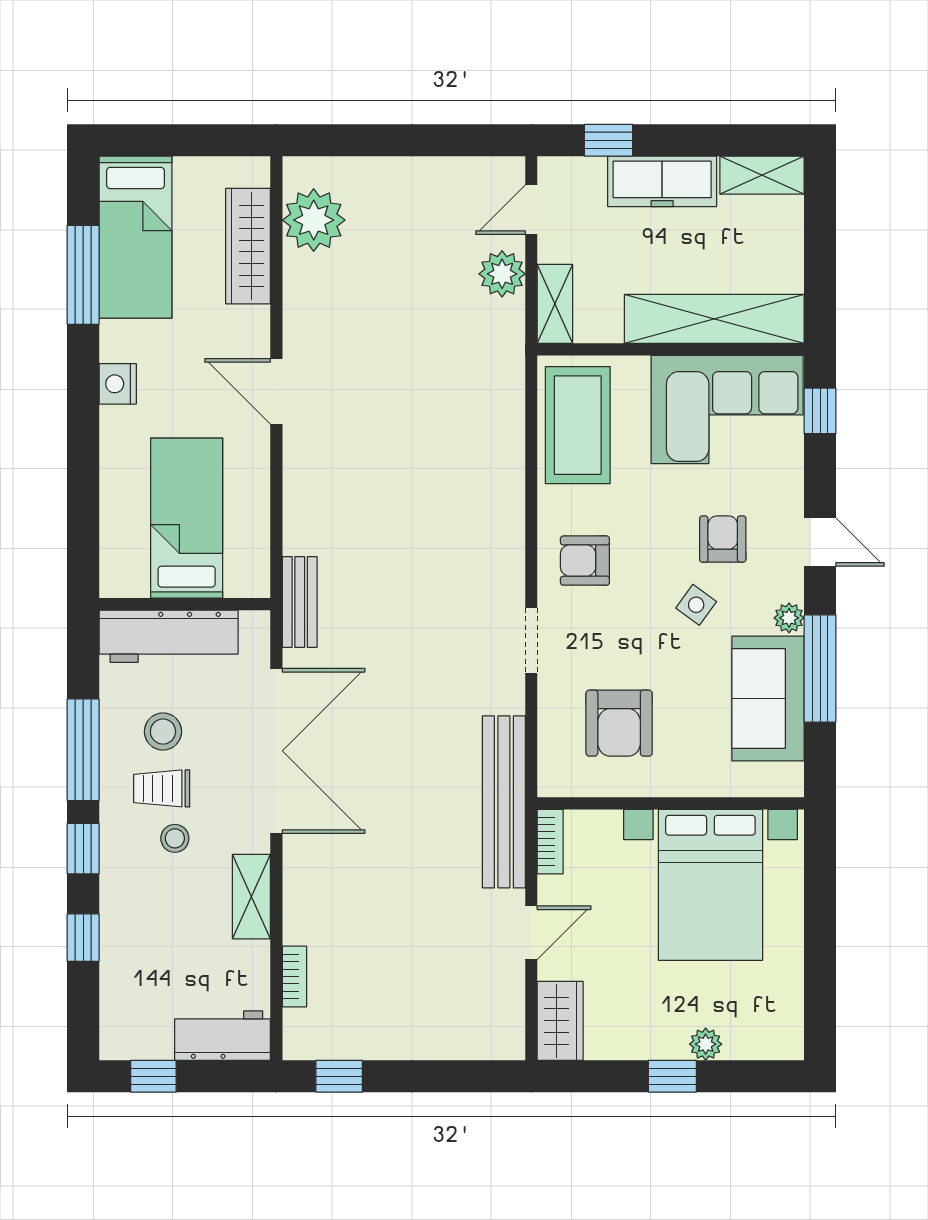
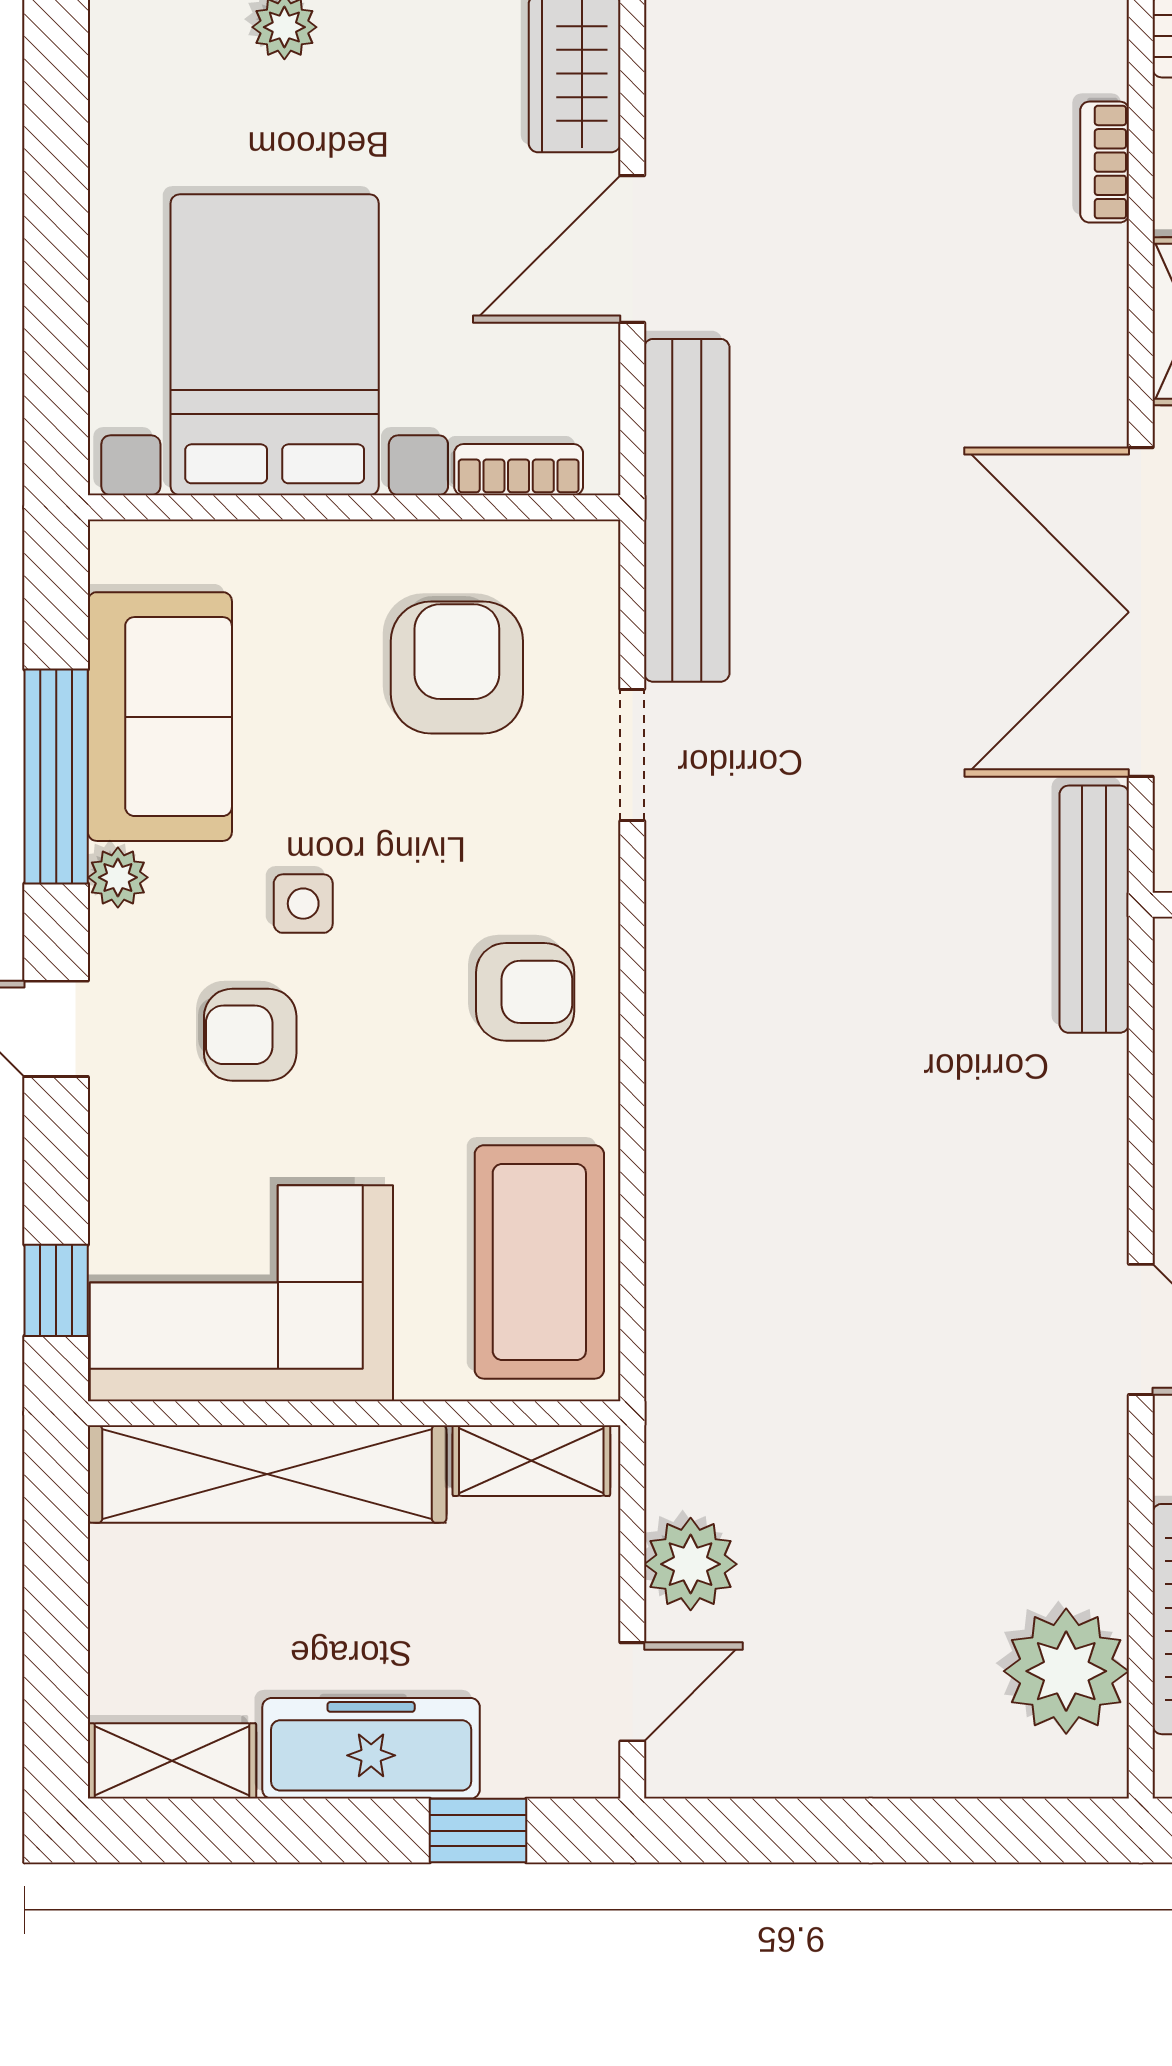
shelving: (555, 304) -> (531, 1461), moved, turned 90
armchair: (723, 539) -> (250, 1035), turned 90
bench: (300, 602) -> (1094, 909), width x1.36
side table: (696, 605) -> (303, 904), turned -36
doorway: (531, 641) -> (632, 755), moved
bookcase: (550, 842) -> (519, 470), moved, turned 90
door: (531, 933) -> (632, 249), width x1.37

